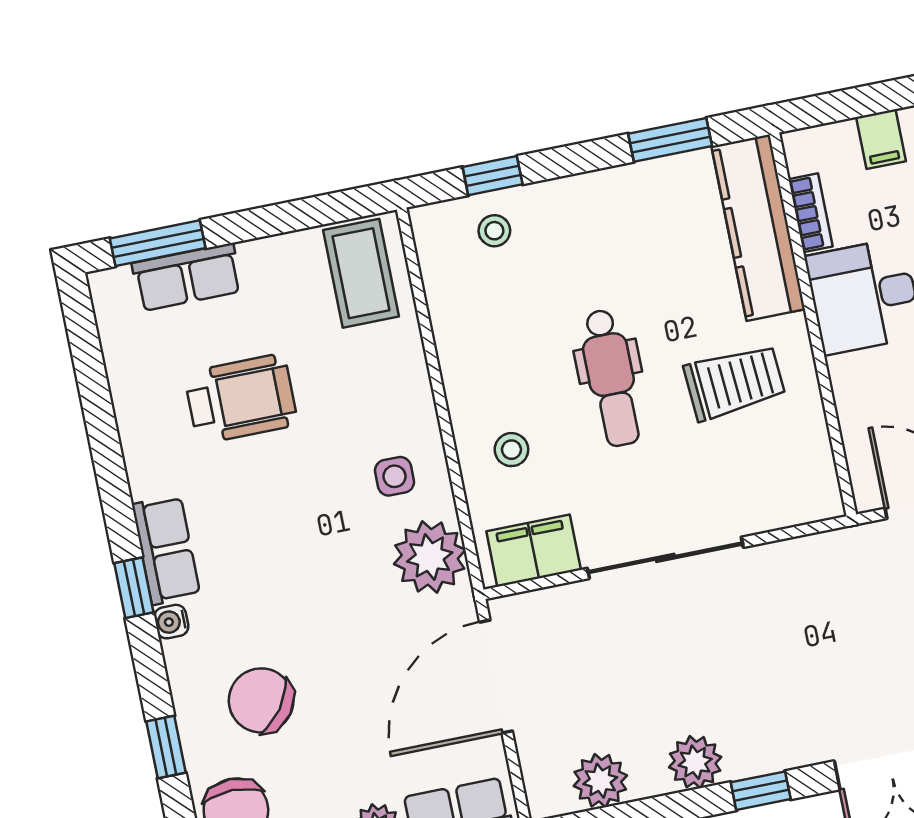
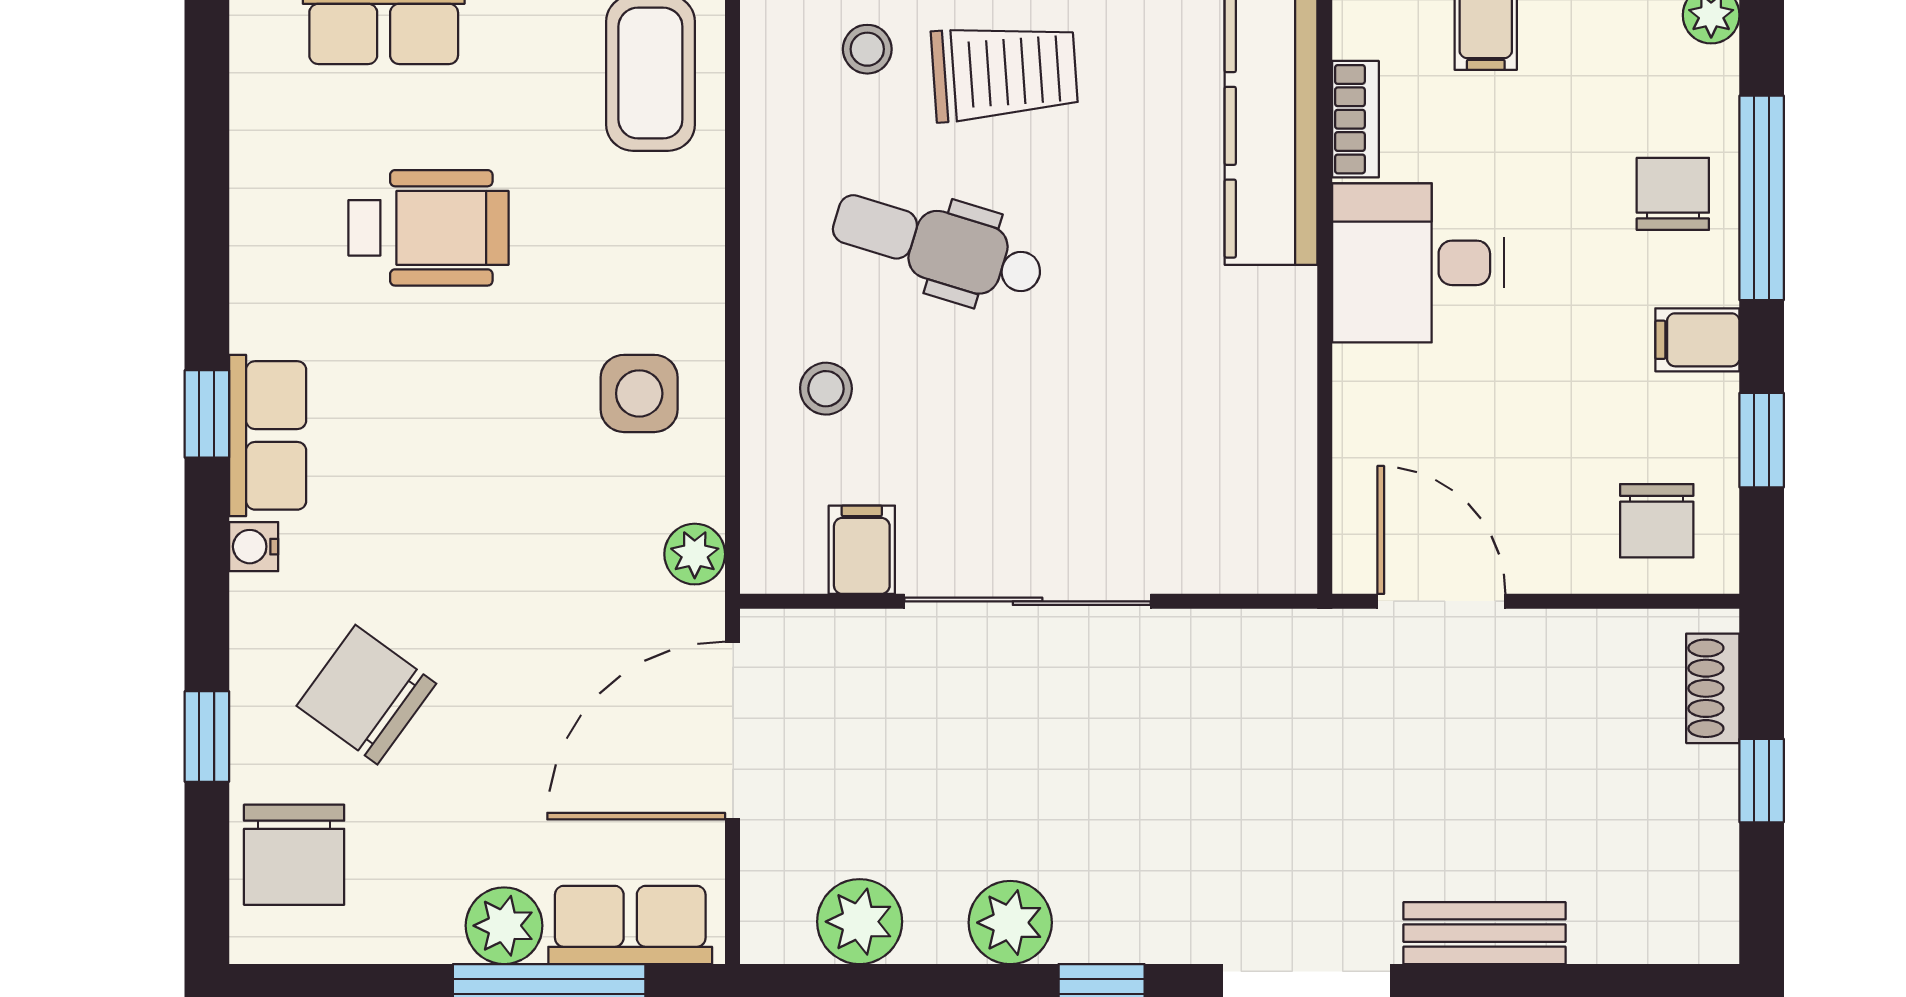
dental chair: (611, 378) -> (938, 246), moved, turned 107
trolley: (735, 382) -> (1005, 72), moved
side table: (395, 476) -> (639, 393), width x1.37, depth x1.37
filing cabinet: (534, 551) -> (862, 550), width x0.50
plant: (430, 557) -> (695, 554), width x0.53, depth x0.53
window: (134, 588) -> (207, 414), moved

